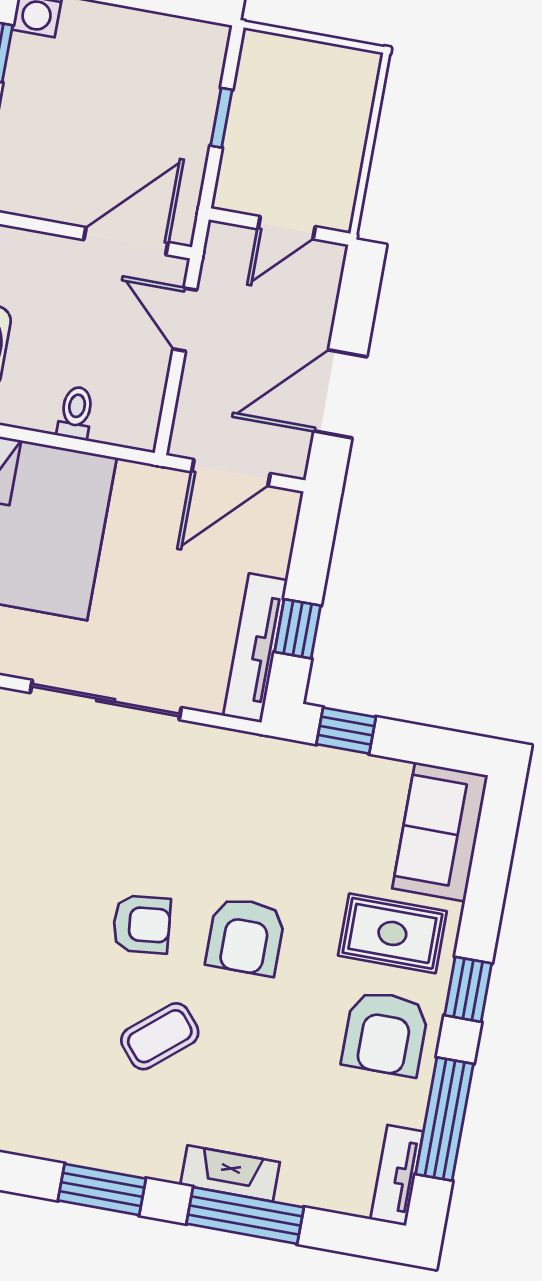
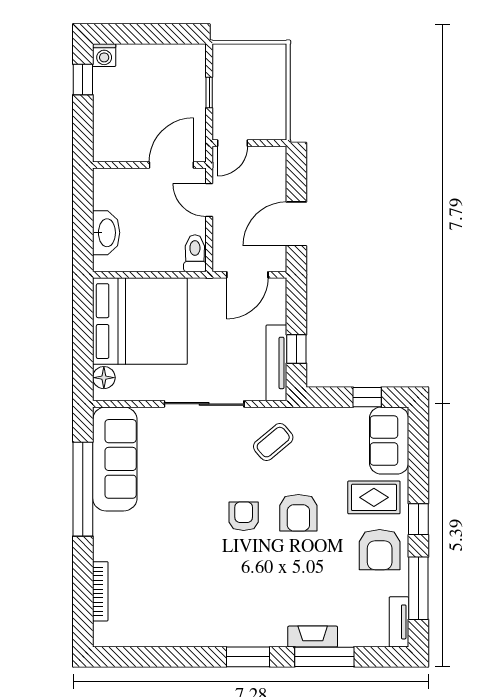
door: (287, 228) -> (233, 143), moved
toilet: (76, 413) -> (195, 253), moved, width x1.37, depth x1.39
window: (346, 731) -> (367, 397), moved
armchair: (142, 924) -> (244, 516), turned -84
coffee table: (160, 1036) -> (273, 442), moved

